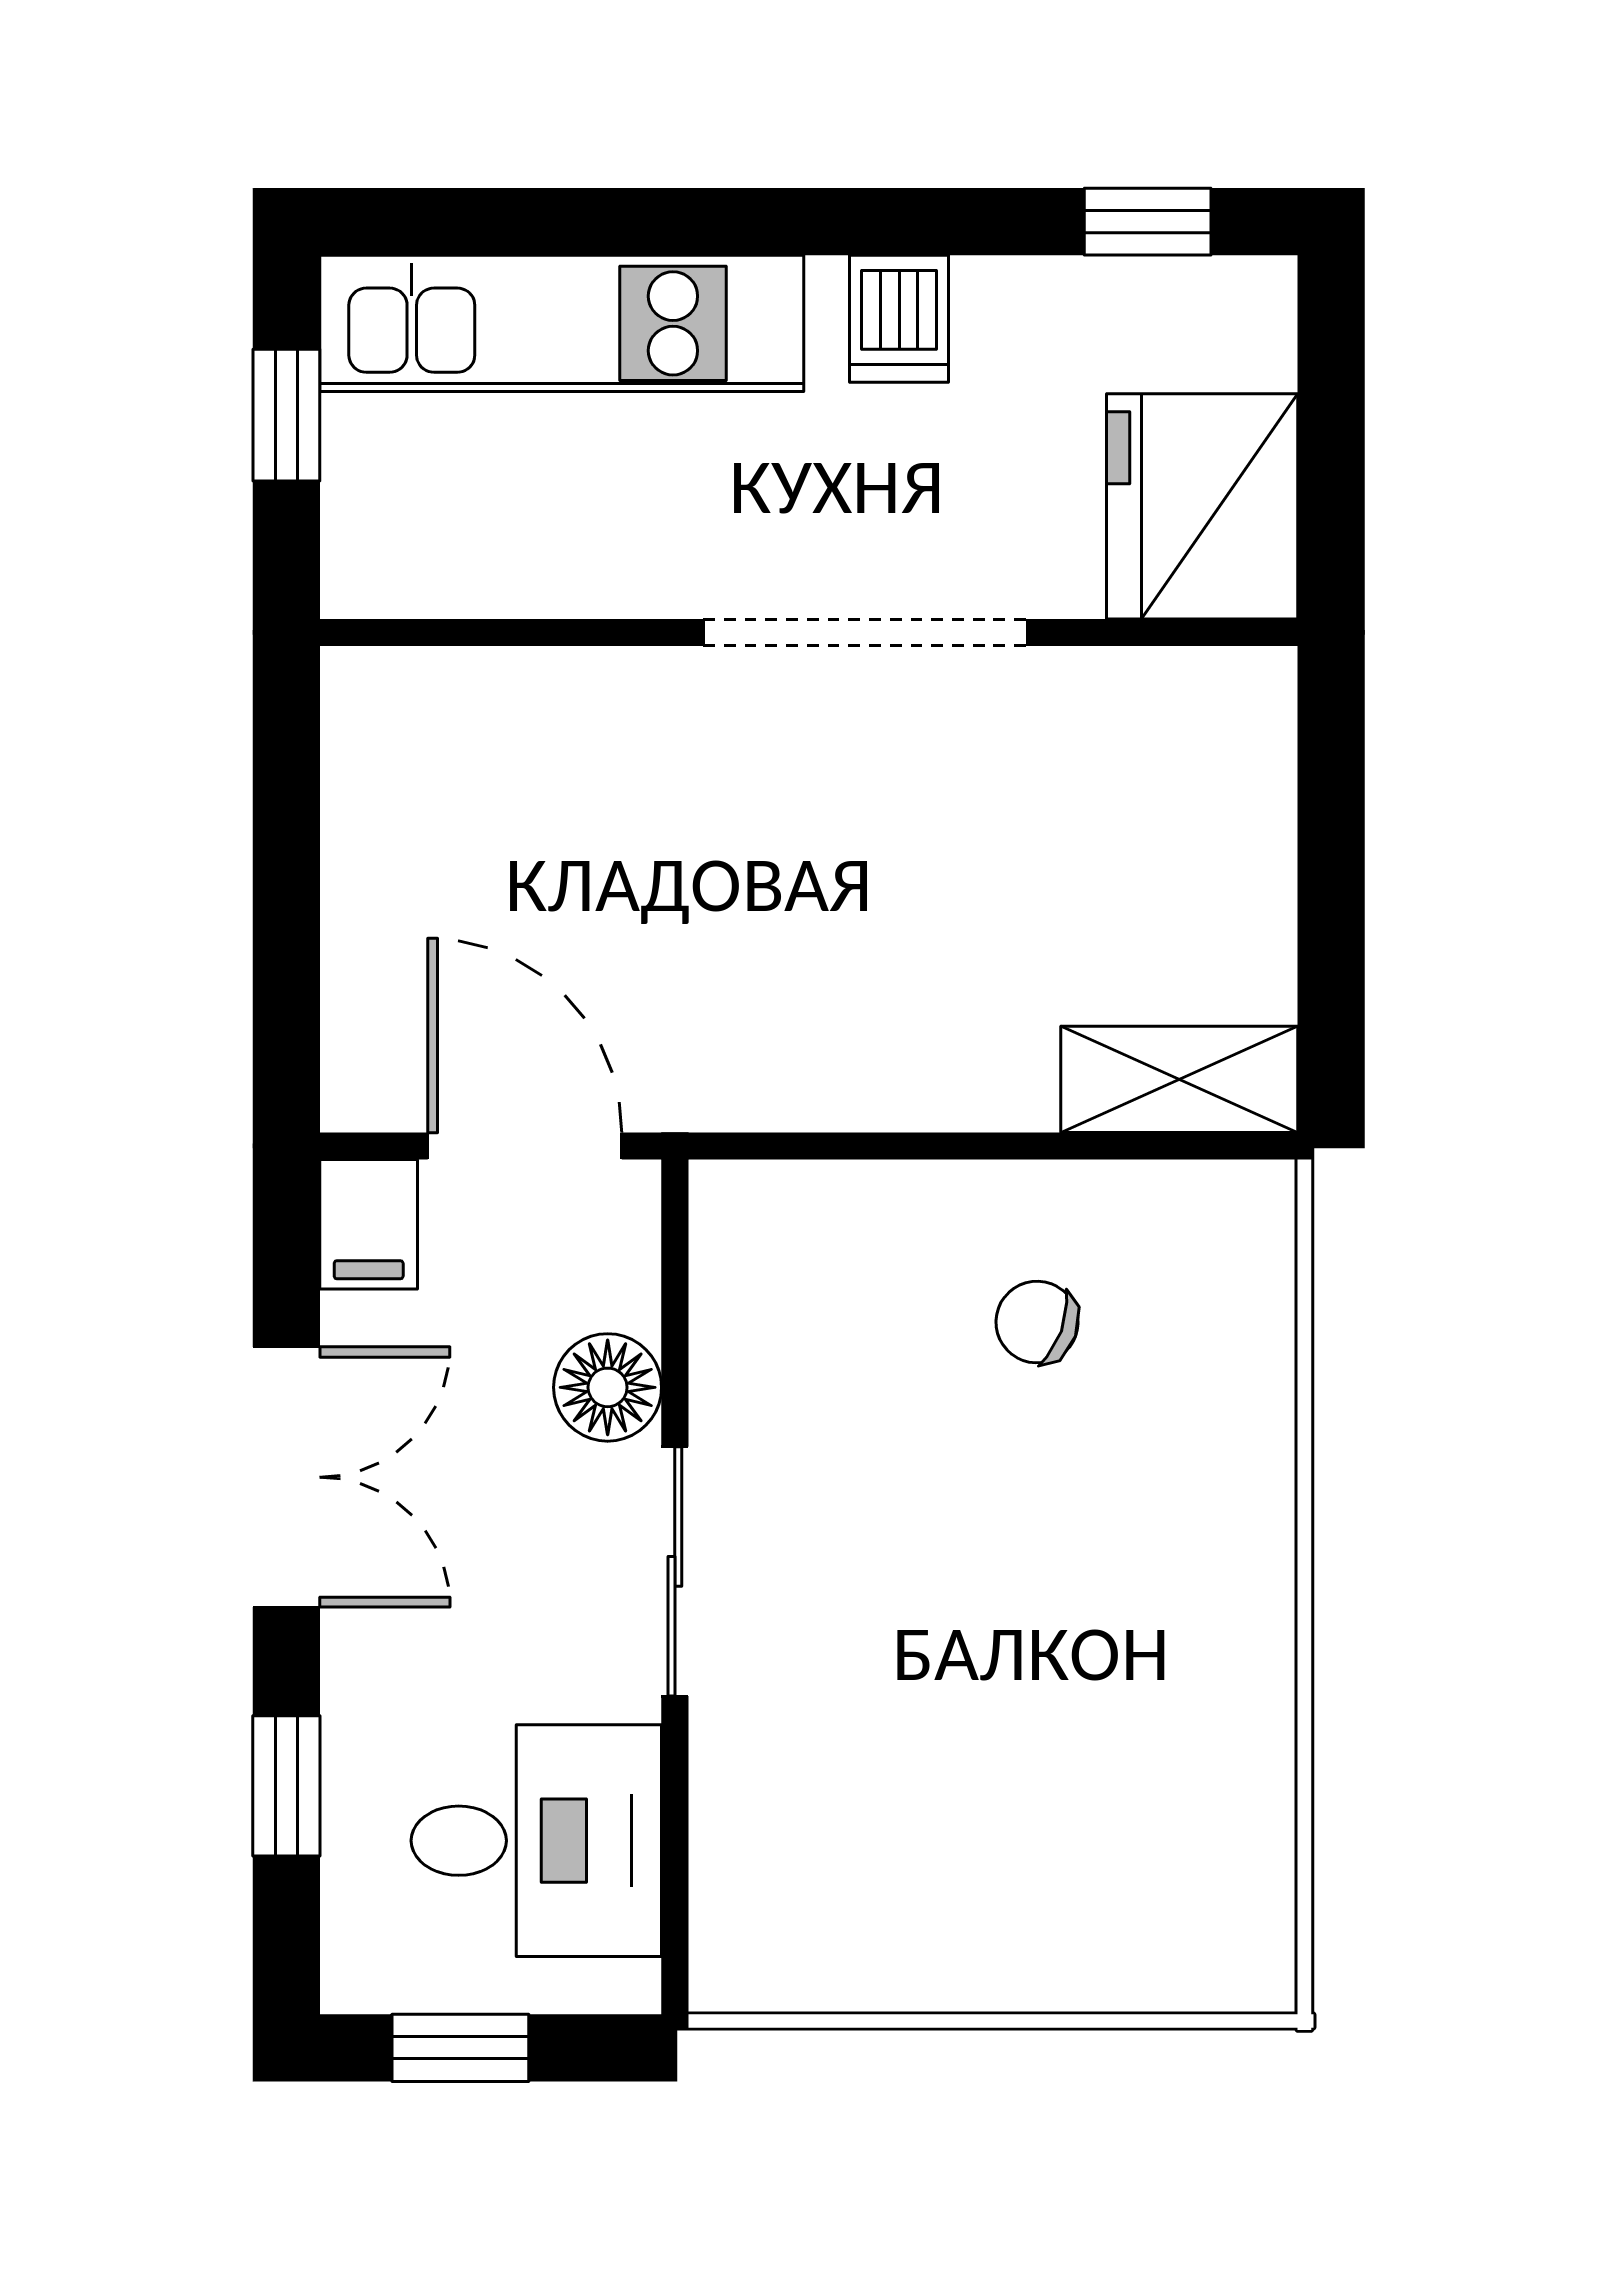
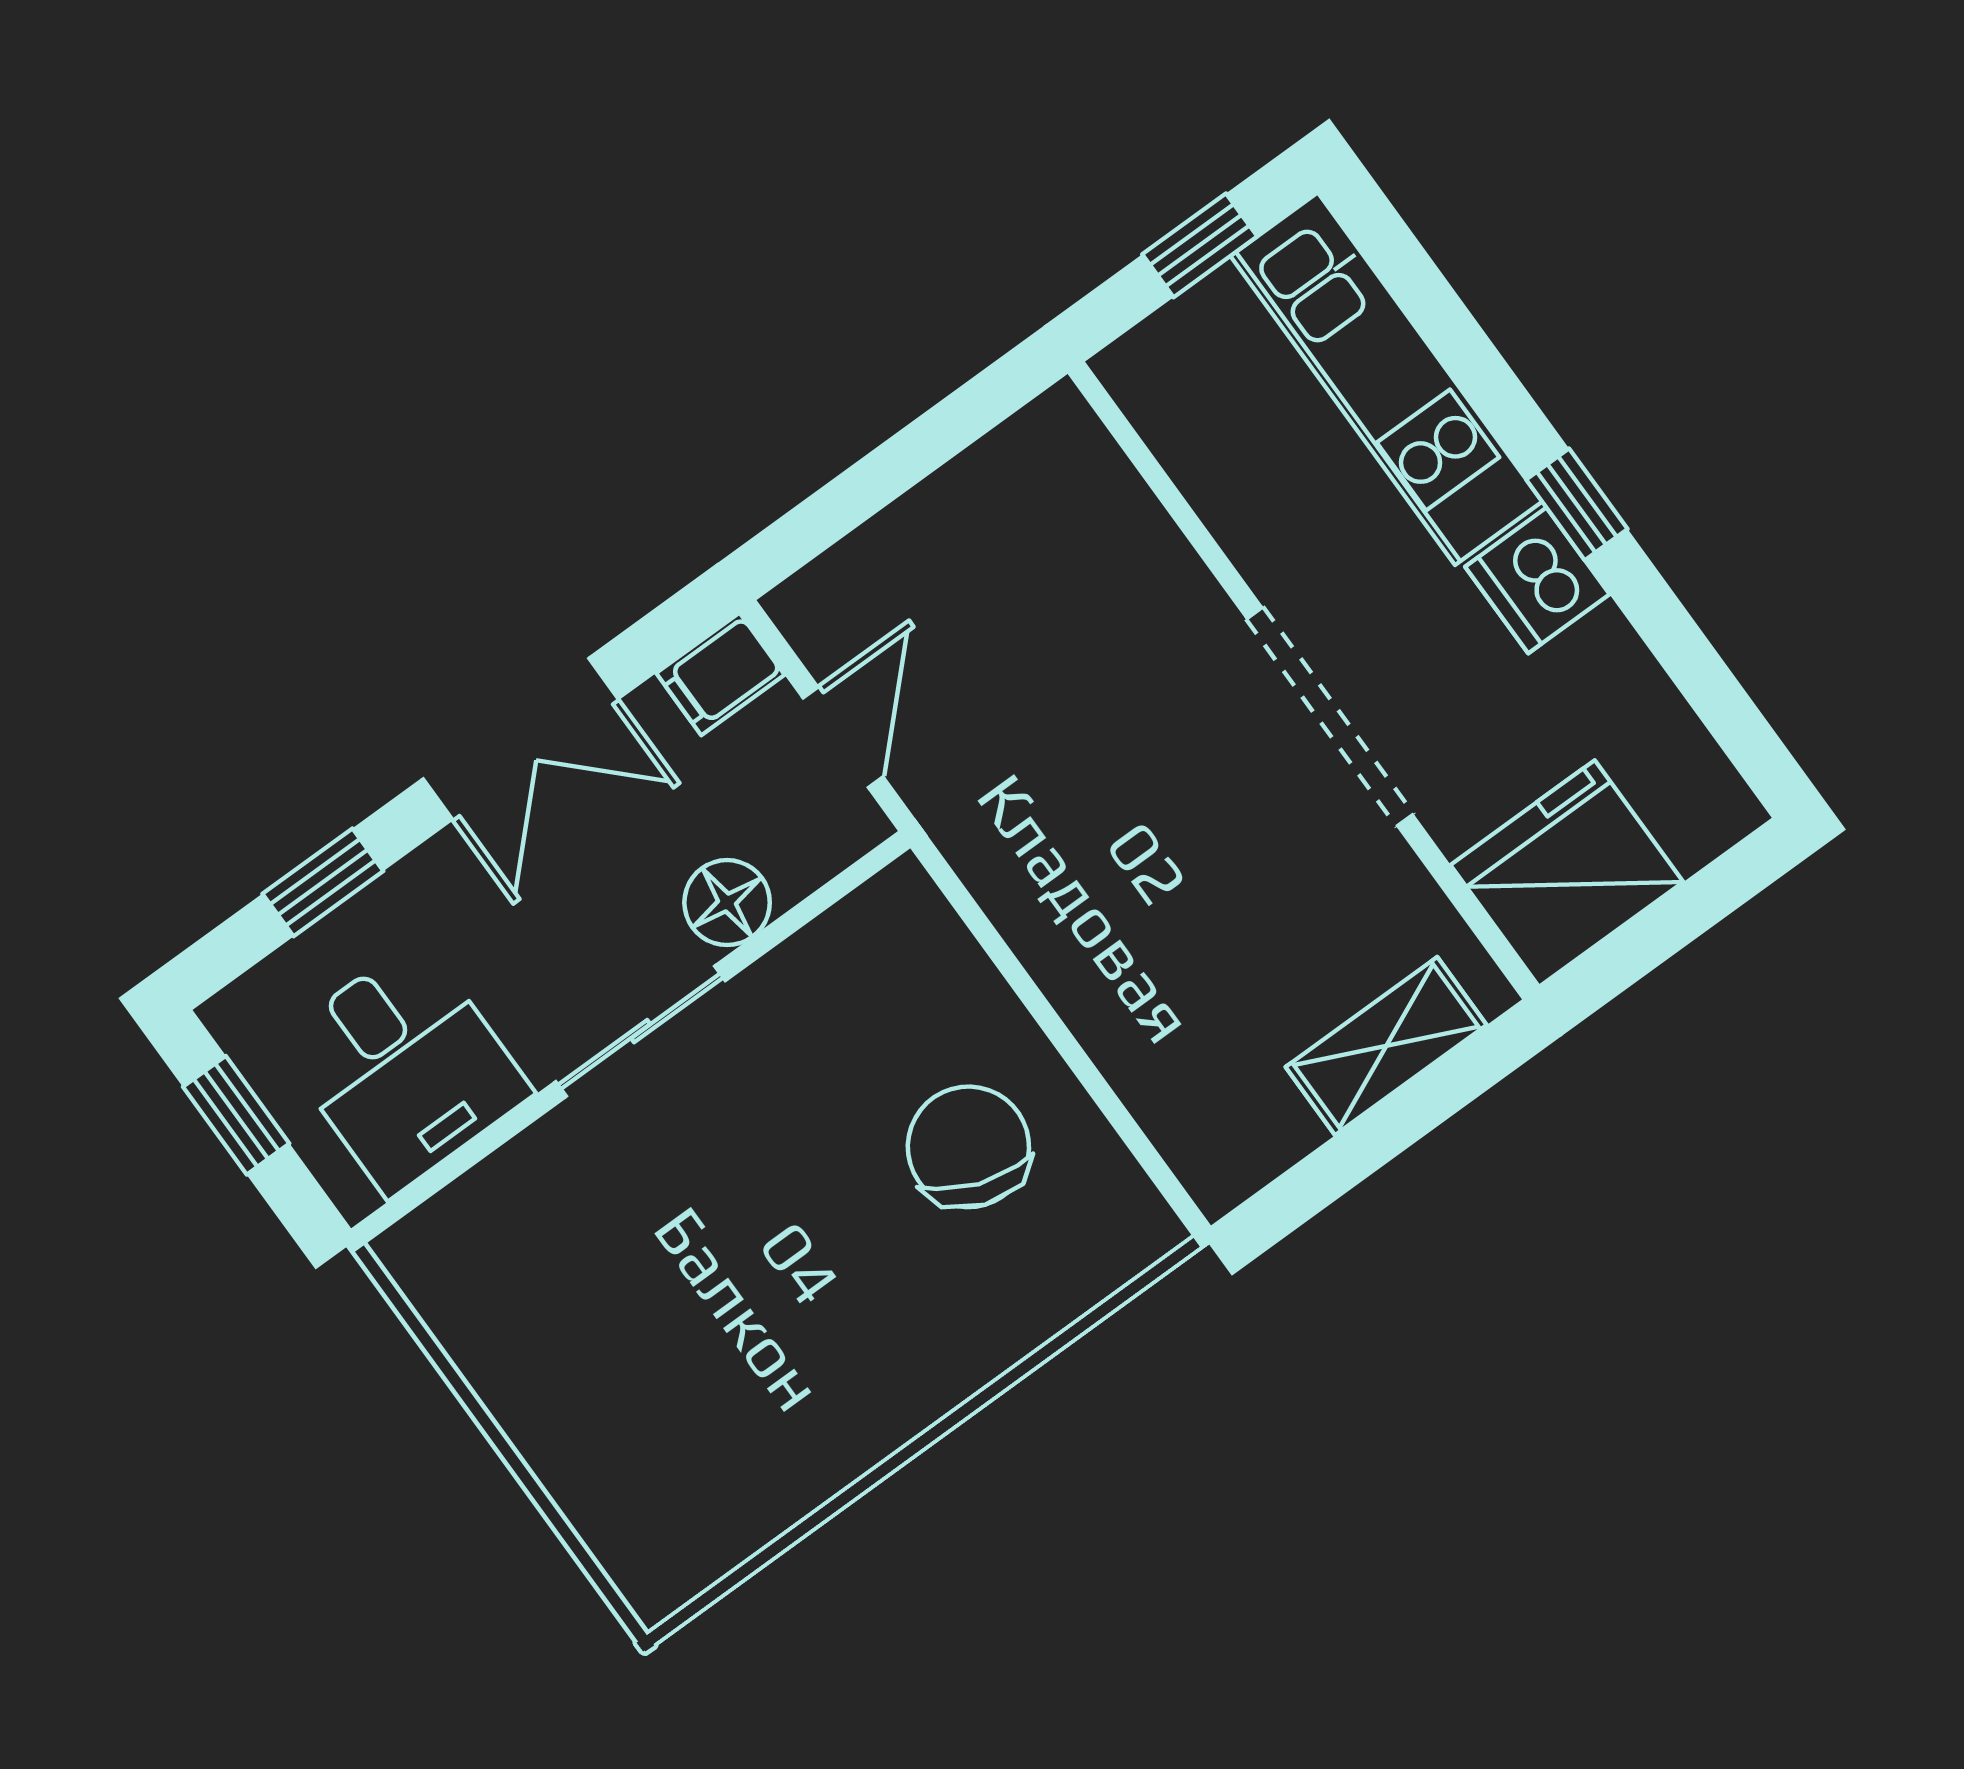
window: (1148, 222) -> (1577, 504), moved
dishwasher: (899, 319) -> (1537, 580), width x1.38
shelving: (1179, 1079) -> (1386, 1046), moved, turned 90
door: (525, 1146) -> (843, 737), width x0.73
chair: (1037, 1322) -> (968, 1147), width x1.87, depth x1.87

